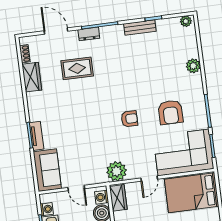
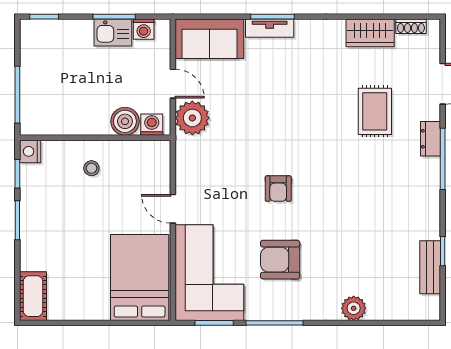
plant: (186, 21) -> (431, 305), removed
bench: (140, 27) -> (430, 267), moved
plant: (117, 171) -> (192, 118), moved
door: (76, 188) -> (173, 84), swing flipped
wardrobe: (118, 198) -> (147, 152), removed

